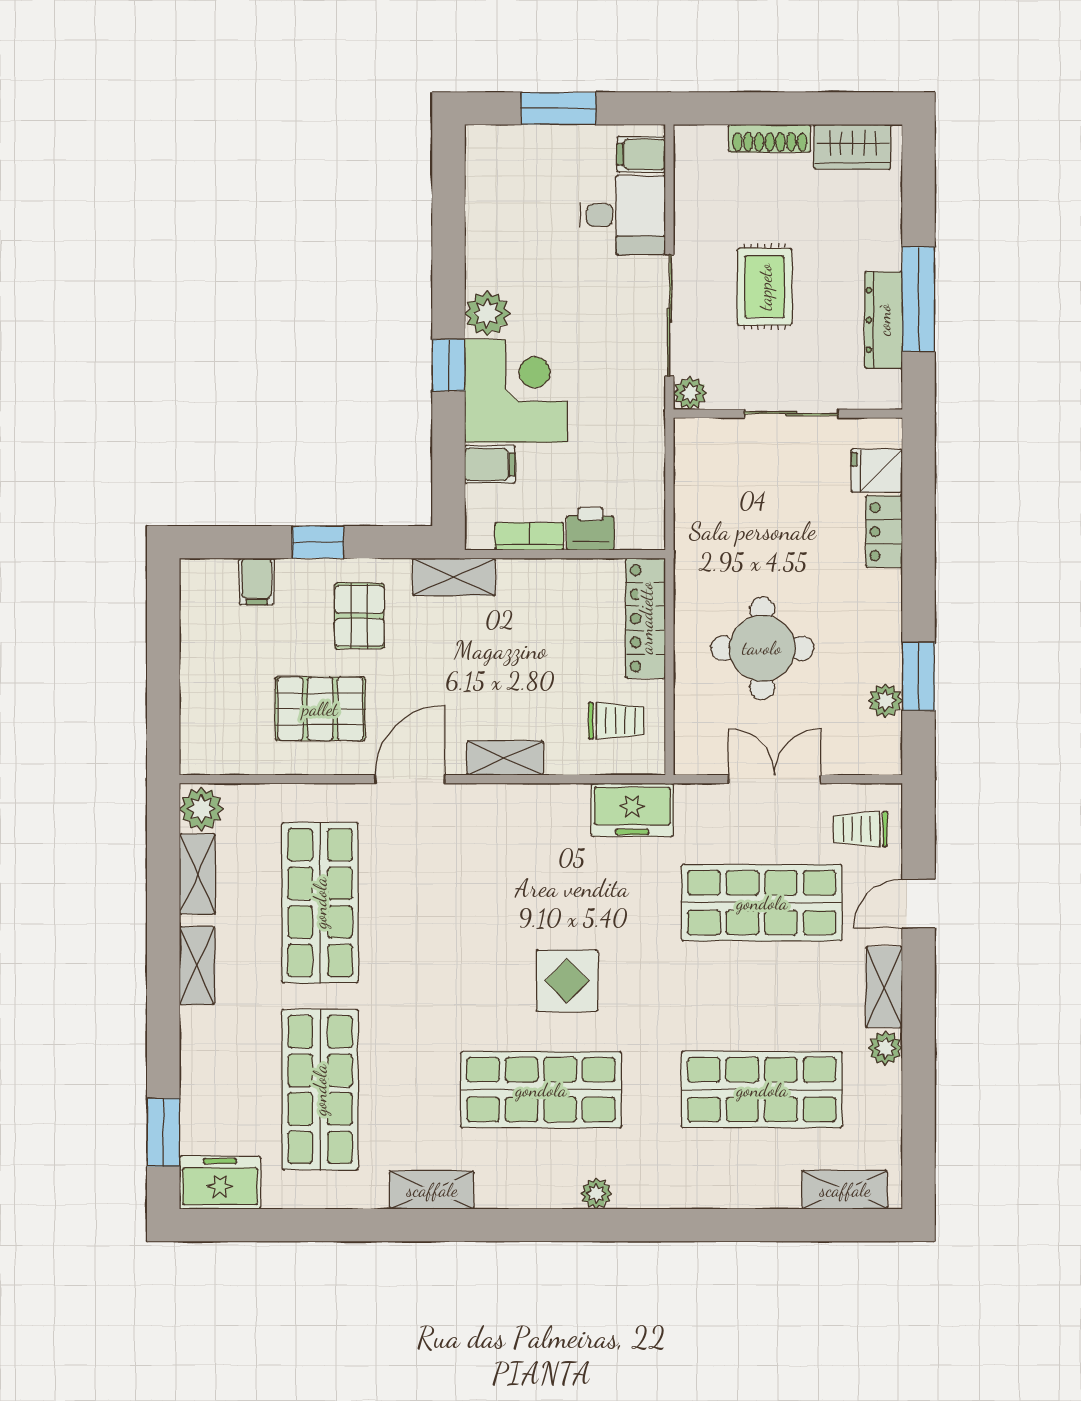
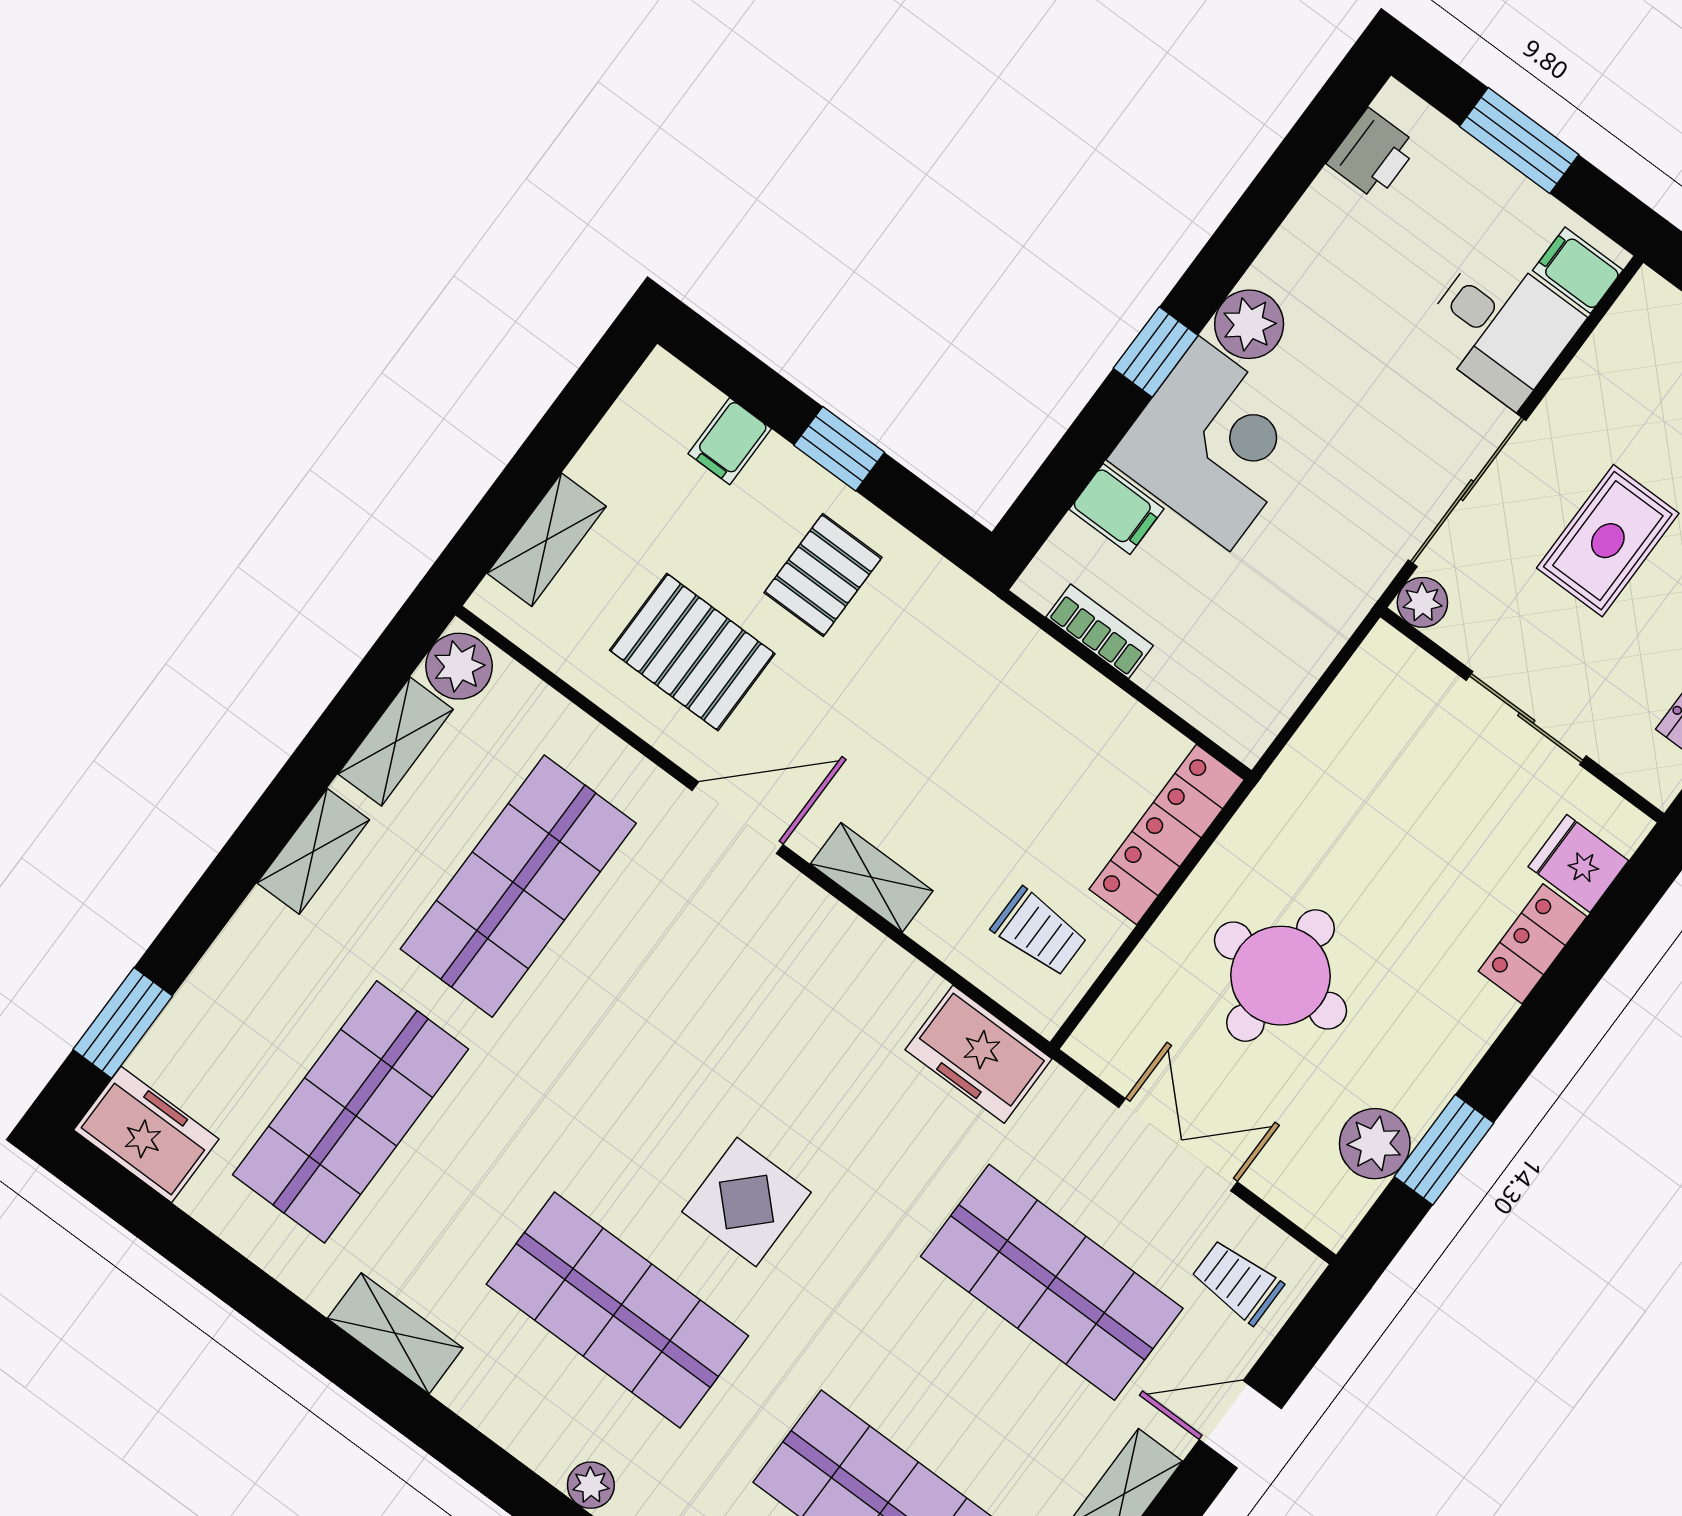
printer: (590, 529) -> (1373, 154), moved, turned 90
shelving: (454, 577) -> (547, 540), moved, turned 90
plant: (885, 701) -> (1375, 1144), width x1.38, depth x1.38

